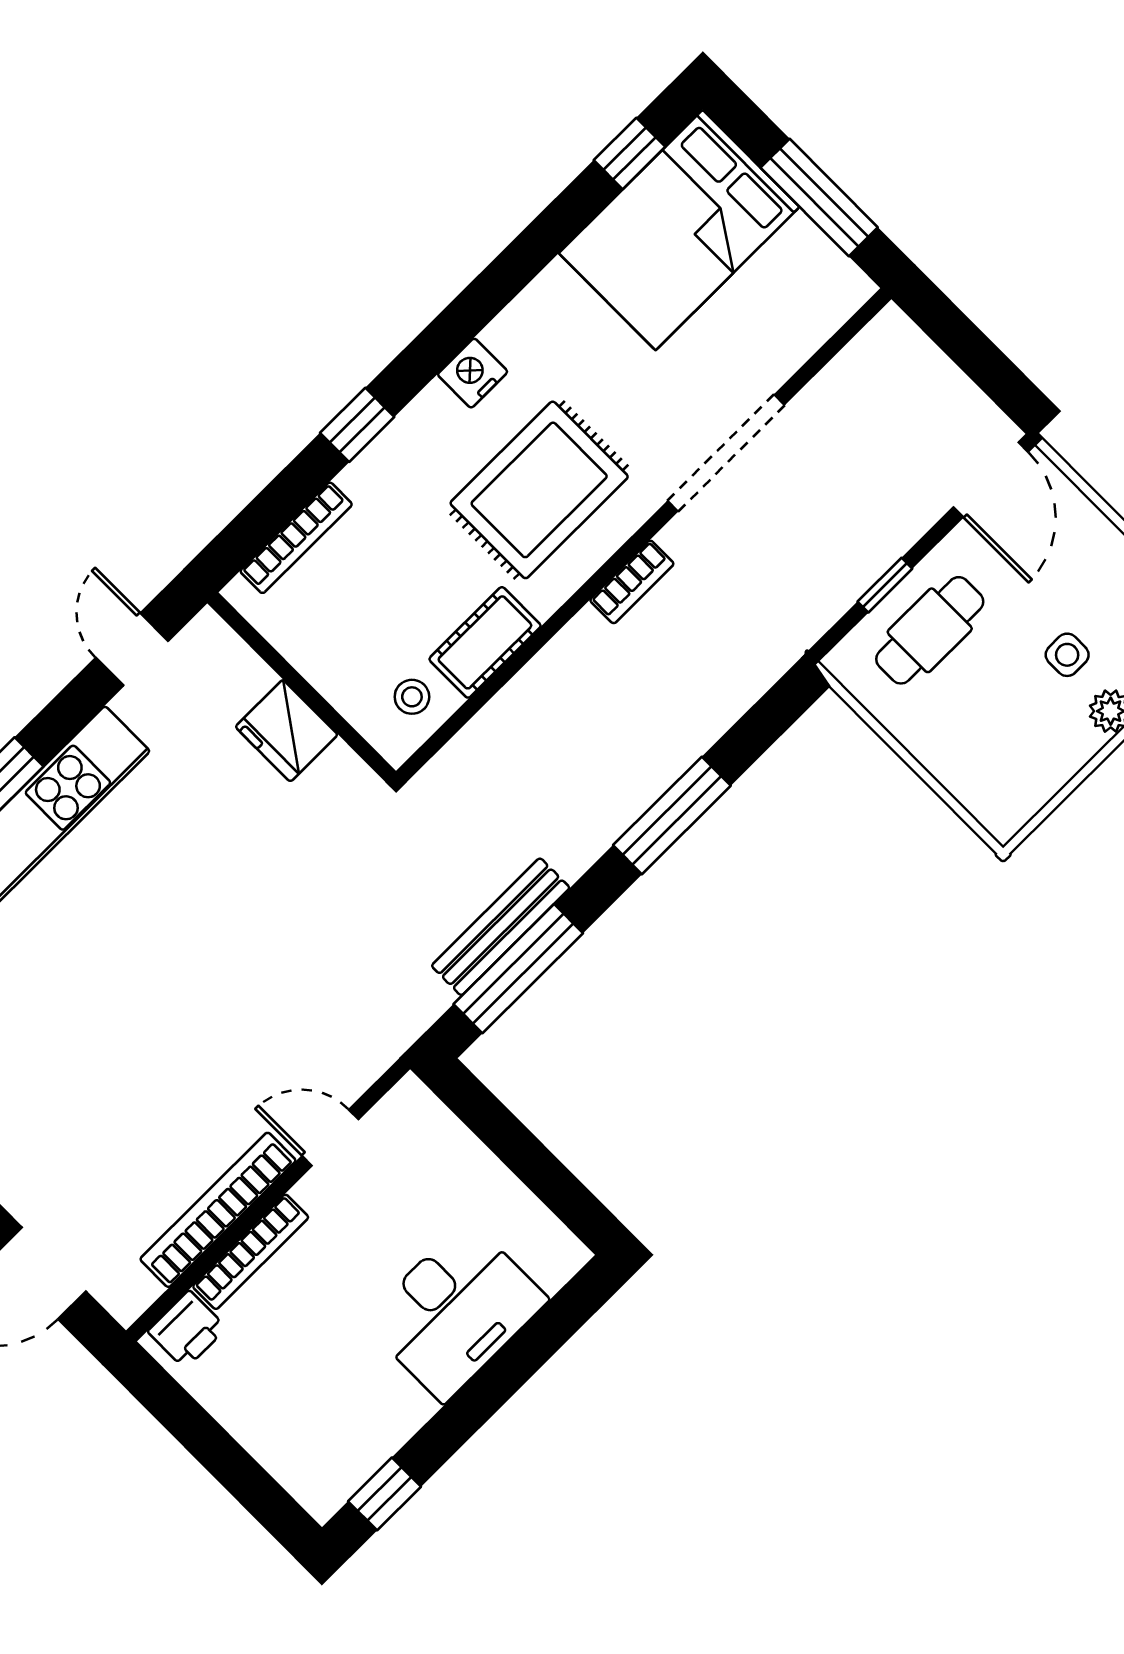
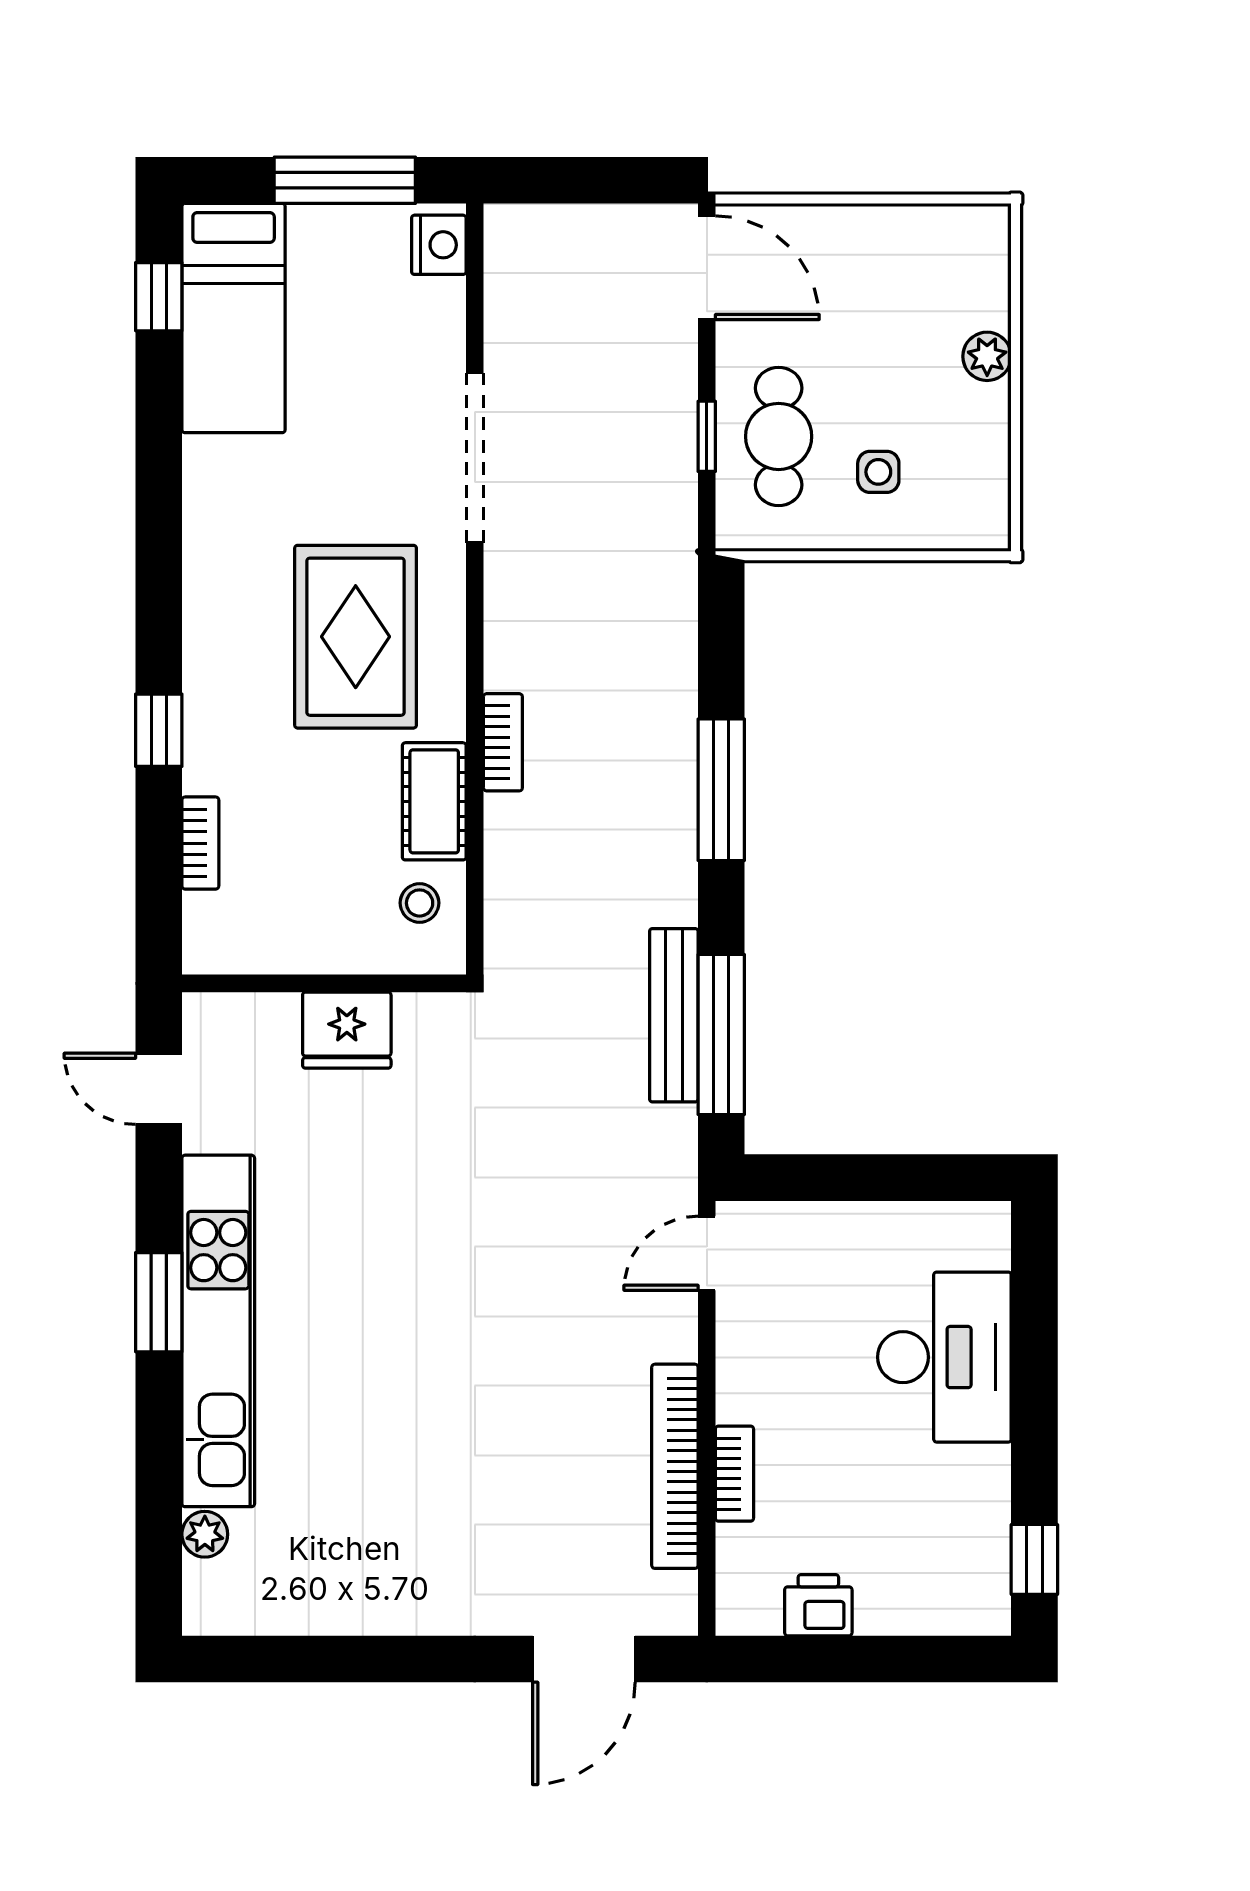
bed: (679, 230) -> (234, 318), width x0.67
nightstand: (473, 373) -> (439, 245), moved, turned 180
bookcase: (296, 538) -> (200, 843), width x0.64
bookcase: (632, 582) -> (503, 742), moved
side table: (1067, 655) -> (878, 472), moved
door: (330, 1138) -> (707, 1253), moved
bookcase: (251, 1252) -> (734, 1474), width x0.64
printer: (187, 1330) -> (818, 1605), moved, turned -90

